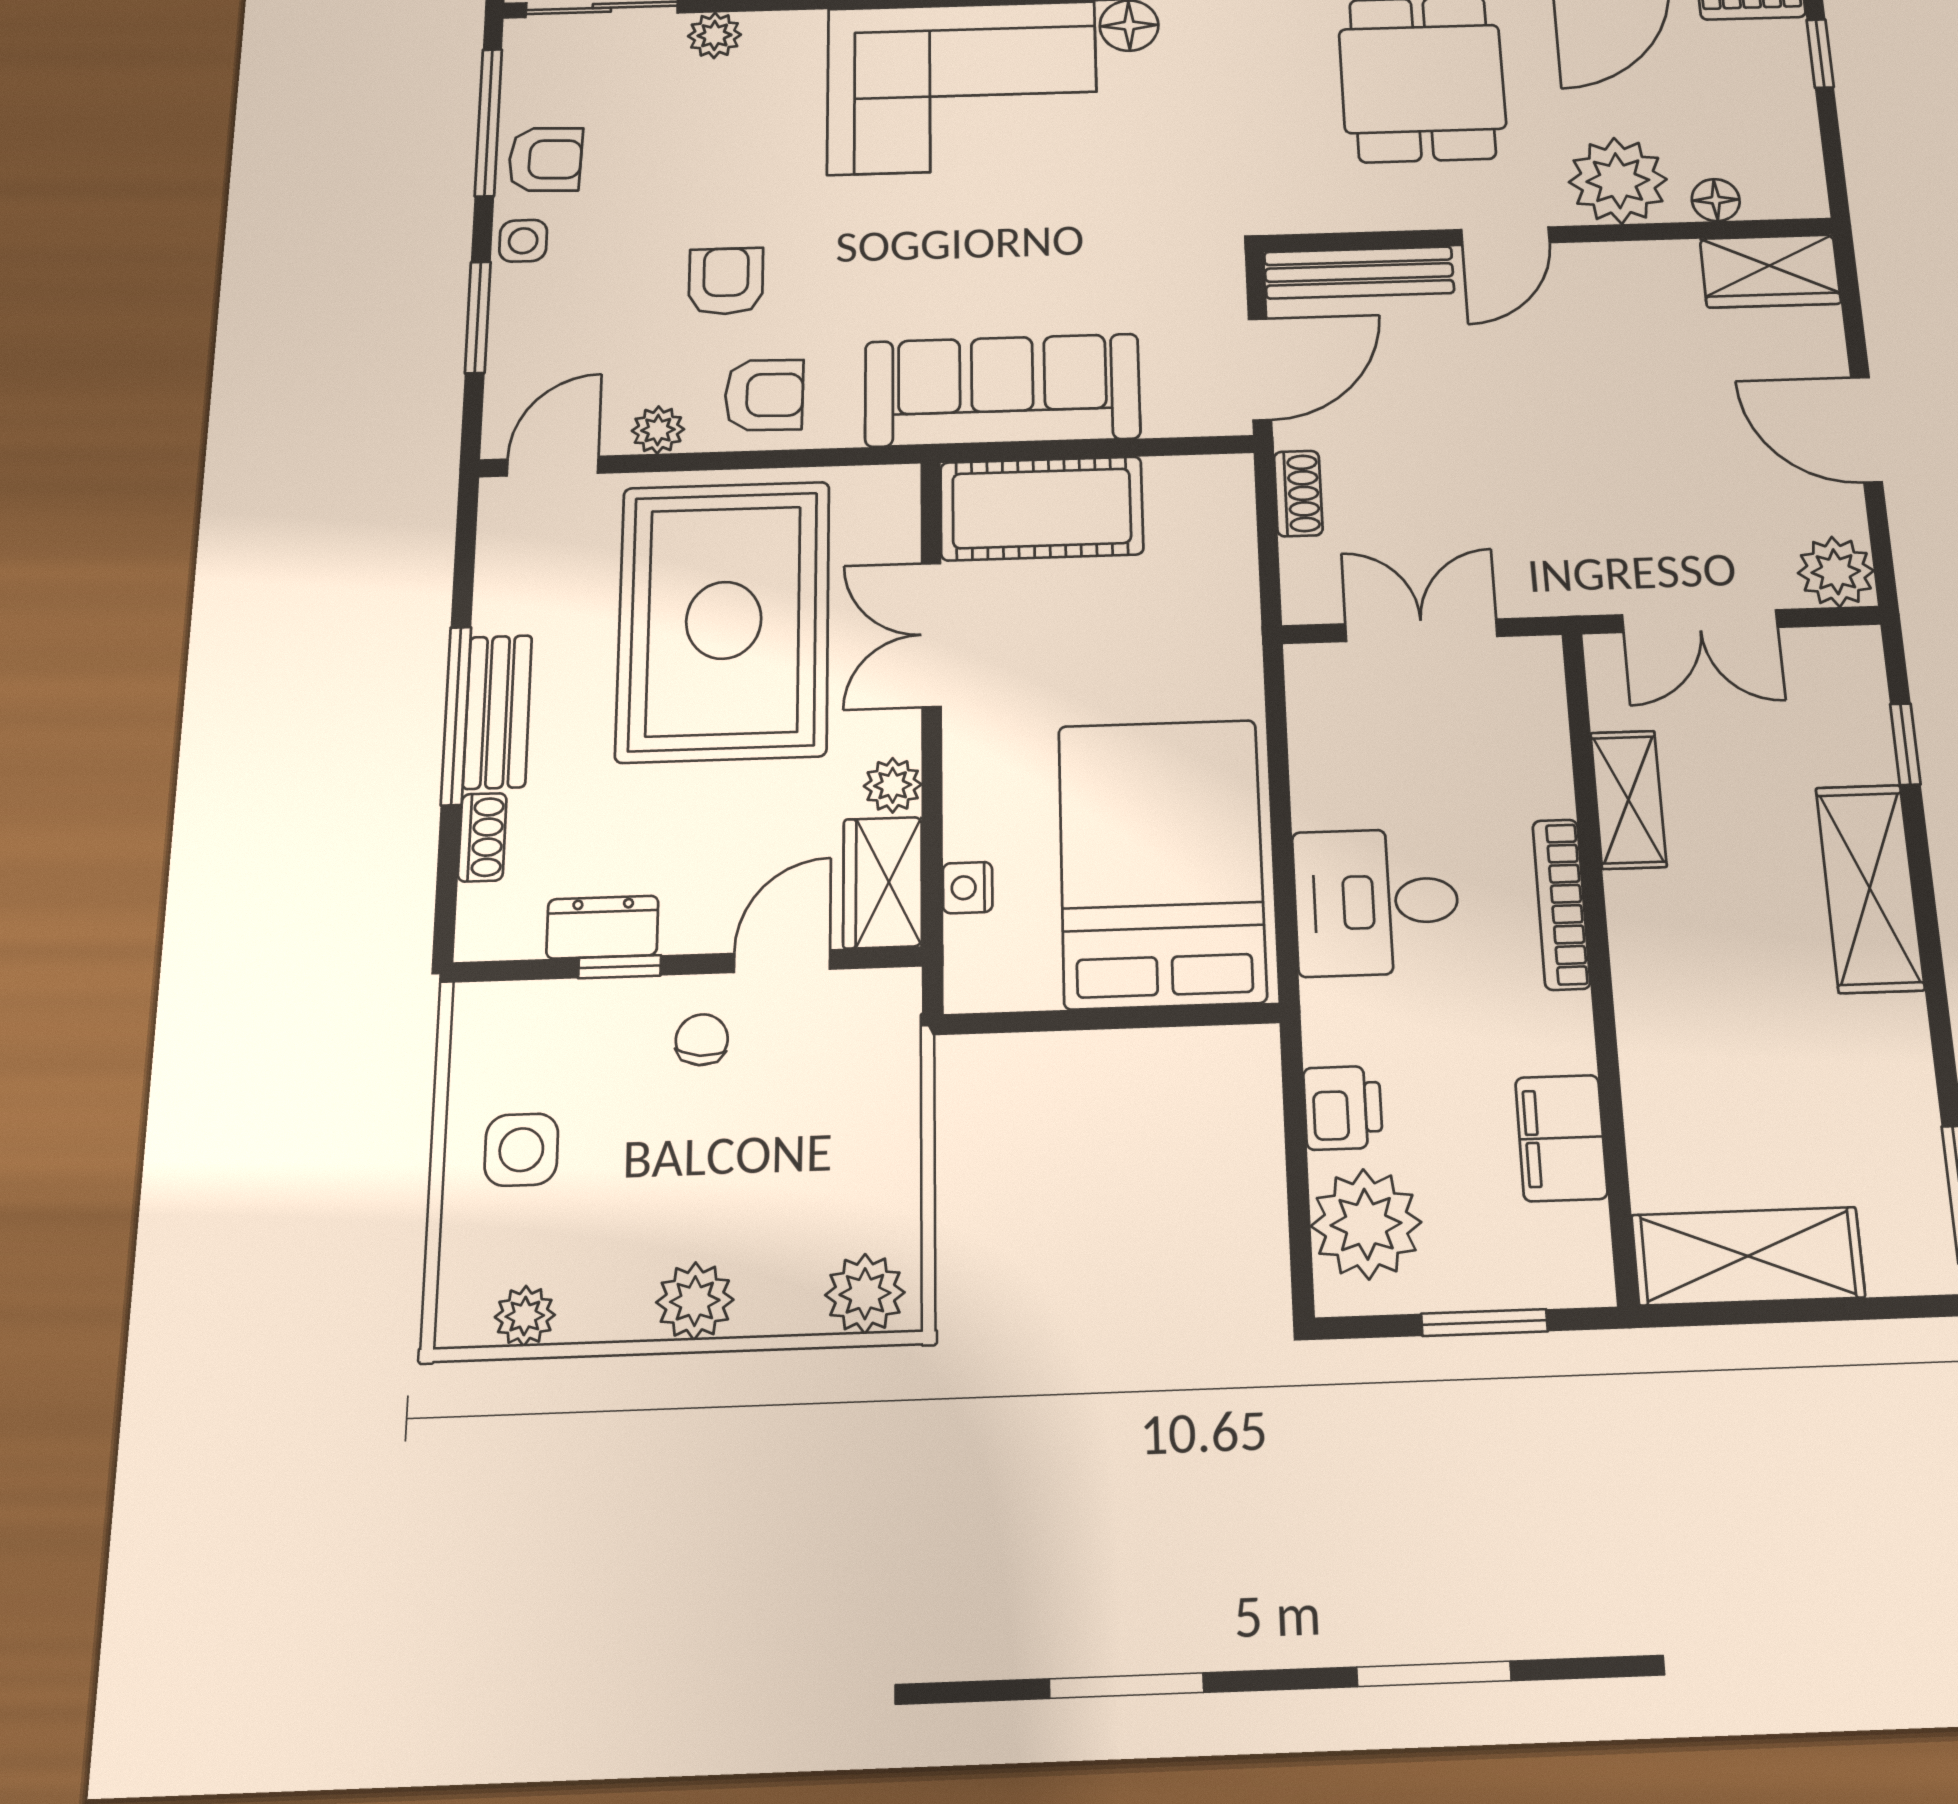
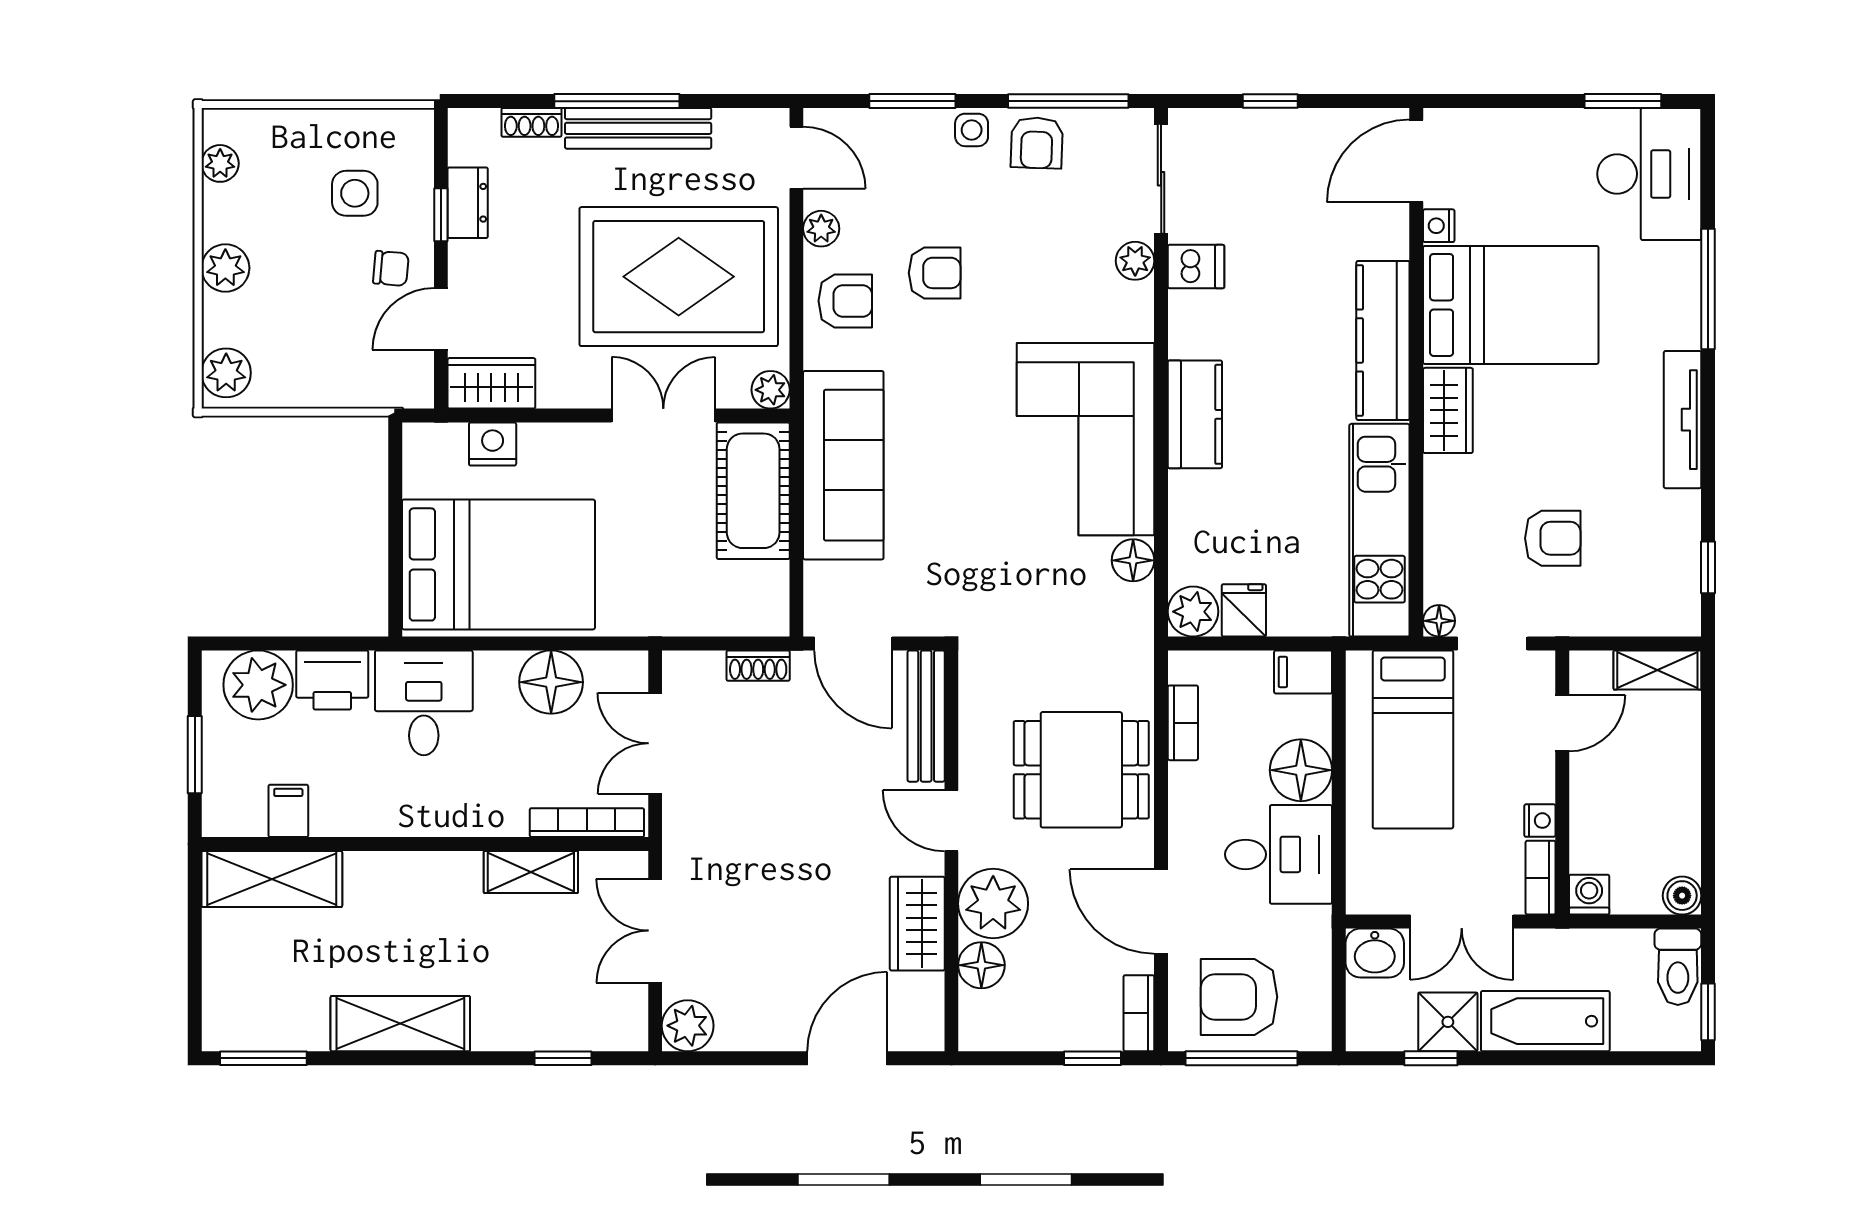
floor lamp: (1716, 200) -> (981, 965), width x1.37, depth x1.37
wardrobe: (1770, 271) -> (917, 924), moved
armchair: (764, 395) -> (845, 301), turned -91
door: (1866, 430) -> (847, 1058), moved
double door: (1421, 630) -> (655, 743), swing flipped
bench: (498, 712) -> (638, 128), width x1.36
floor lamp: (1338, 780) -> (551, 682), added
plant: (893, 785) -> (771, 390), moved
nightstand: (968, 888) -> (493, 444), width x1.39, depth x1.35
shelving: (1870, 888) -> (400, 1024), moved
desk: (1376, 902) -> (424, 703), moved
bookcase: (1561, 904) -> (587, 823), moved
door: (782, 961) -> (441, 319), swing flipped
printer: (1343, 1108) -> (332, 680), width x1.36, depth x1.24
filing cabinet: (1561, 1138) -> (288, 811), width x0.50
side table: (521, 1150) -> (355, 193), moved
shelving: (1748, 1256) -> (272, 879), moved, turned 90

